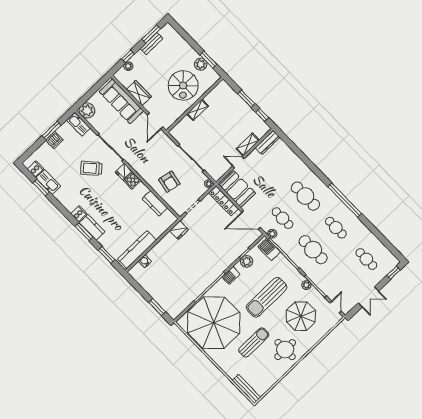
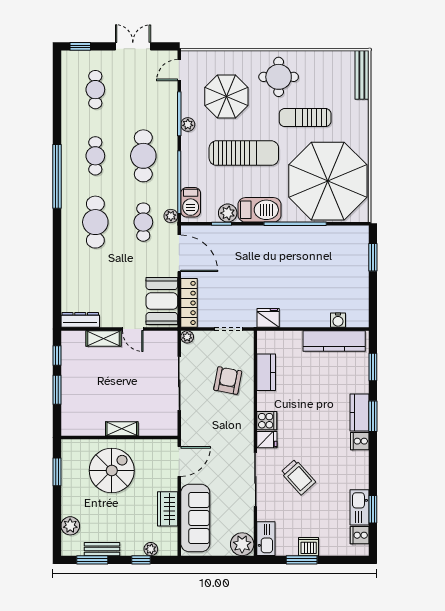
plant: (201, 64) -> (70, 526), moved
barbecue: (231, 275) -> (259, 210), width x1.88, depth x1.53

